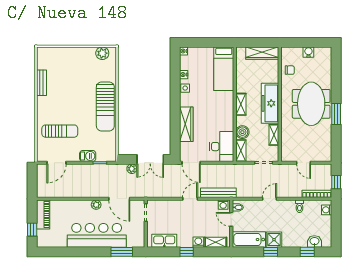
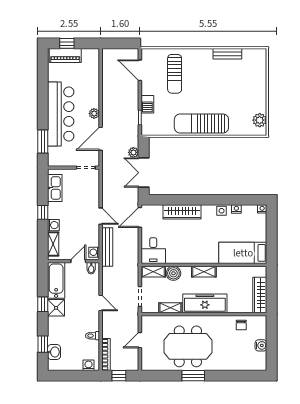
meeting table: (311, 104) -> (188, 346), moved
desk: (222, 147) -> (153, 251), width x0.73
piano: (43, 215) -> (65, 55), moved

